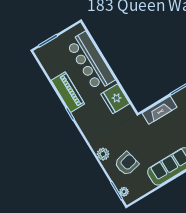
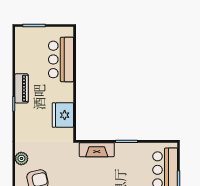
bar counter: (91, 61) -> (61, 59), width x0.73
piano: (68, 92) -> (21, 88), width x0.73, depth x0.75

